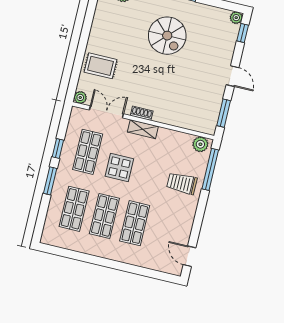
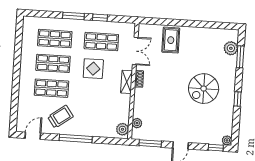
plant: (80, 97) -> (137, 123), moved
window: (210, 169) -> (76, 139), moved
trolley: (182, 183) -> (60, 117), moved, turned 54

